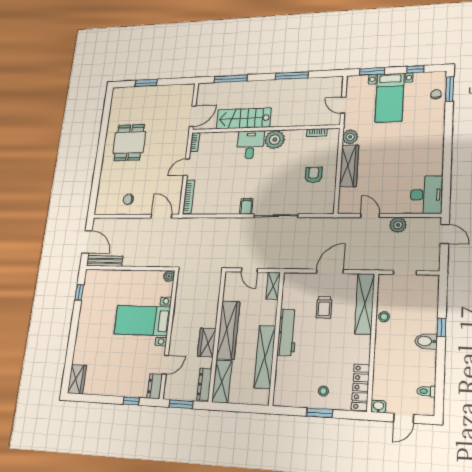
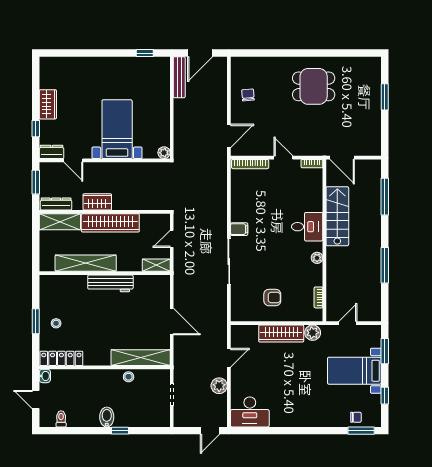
plant: (275, 140) -> (317, 258), width x0.53, depth x0.53
trolley: (324, 307) -> (136, 318), removed
wardrobe: (77, 379) -> (48, 104), moved, turned -90

